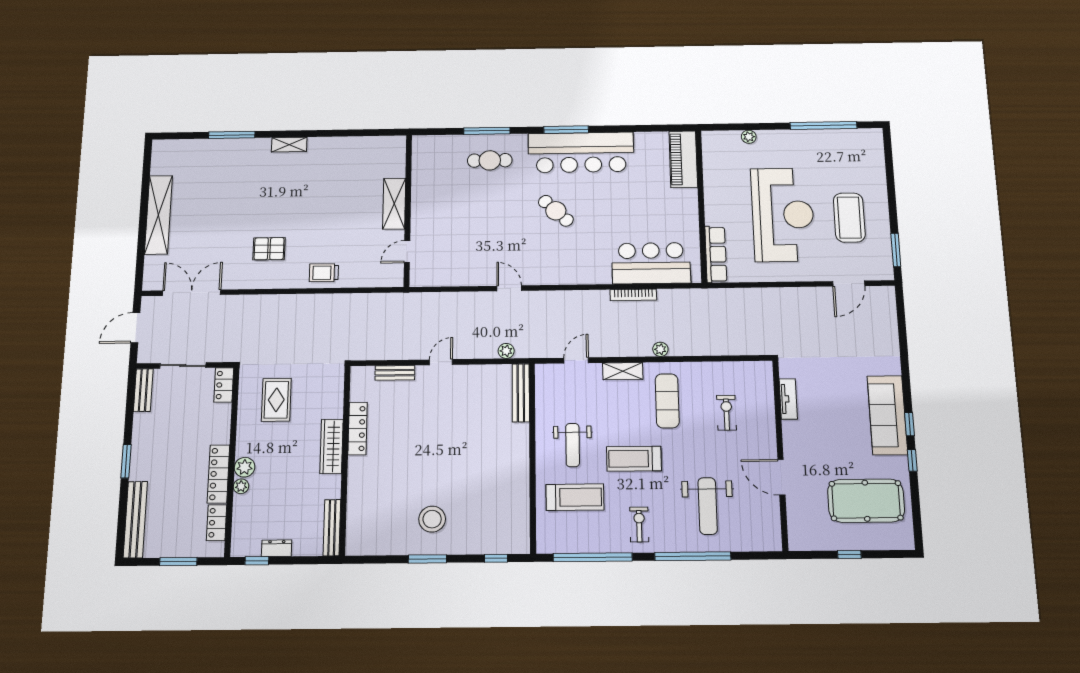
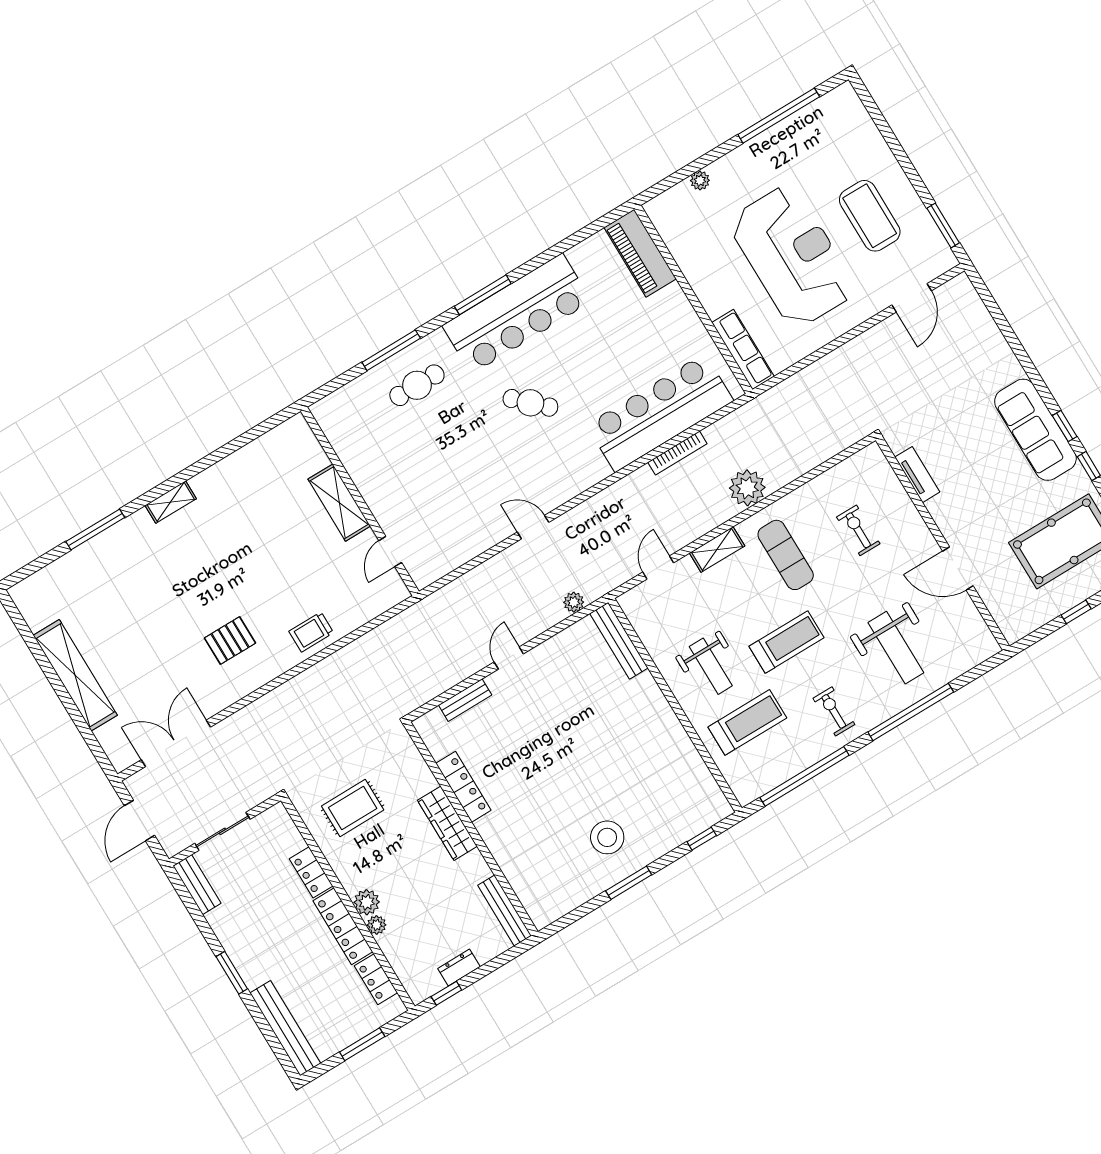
bar counter: (651, 263) -> (660, 413), width x1.36
plant: (660, 349) -> (747, 488), width x1.88, depth x1.88
locker: (224, 385) -> (311, 872), moved
rug: (276, 400) -> (353, 808), turned 90
treadmill: (634, 459) -> (787, 642), turned 180

